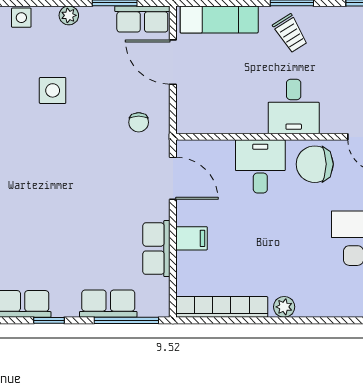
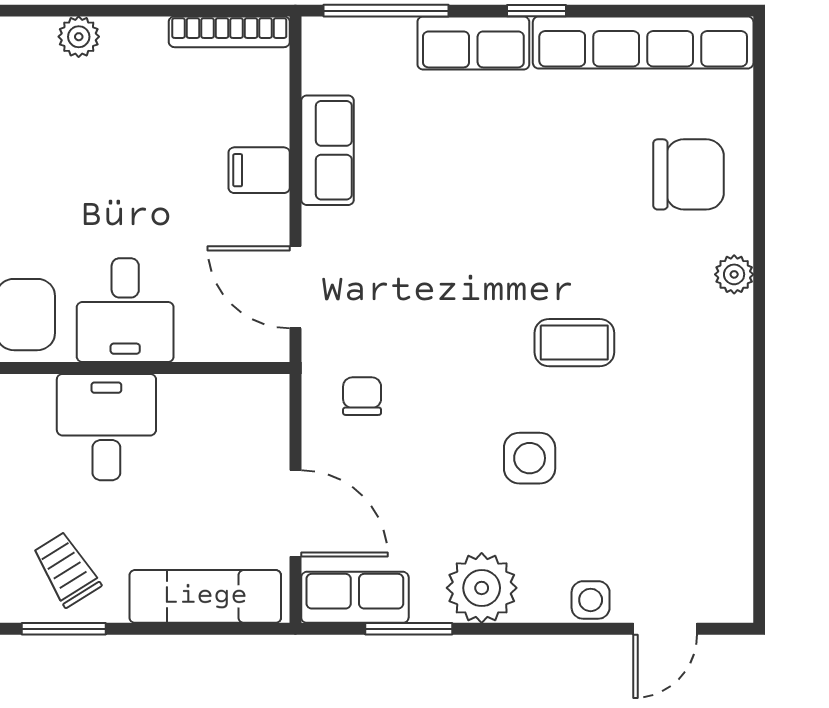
plant: (69, 15) -> (482, 588), width x1.87, depth x1.87
desk: (294, 106) -> (106, 427), moved
coffee table: (30, 150) -> (574, 343), added
row of seats: (108, 304) -> (473, 43), moved
bookcase: (222, 307) -> (229, 32), width x0.68, depth x0.76

